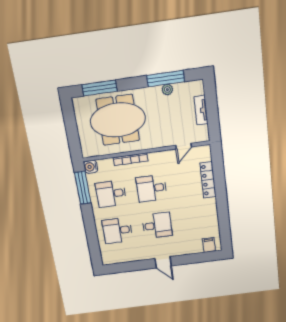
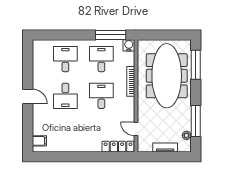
plant: (167, 90) -> (187, 135), moved
meeting table: (118, 120) -> (167, 76), width x1.36
locker: (208, 180) -> (118, 147), moved
door: (163, 262) -> (28, 96), swing flipped

